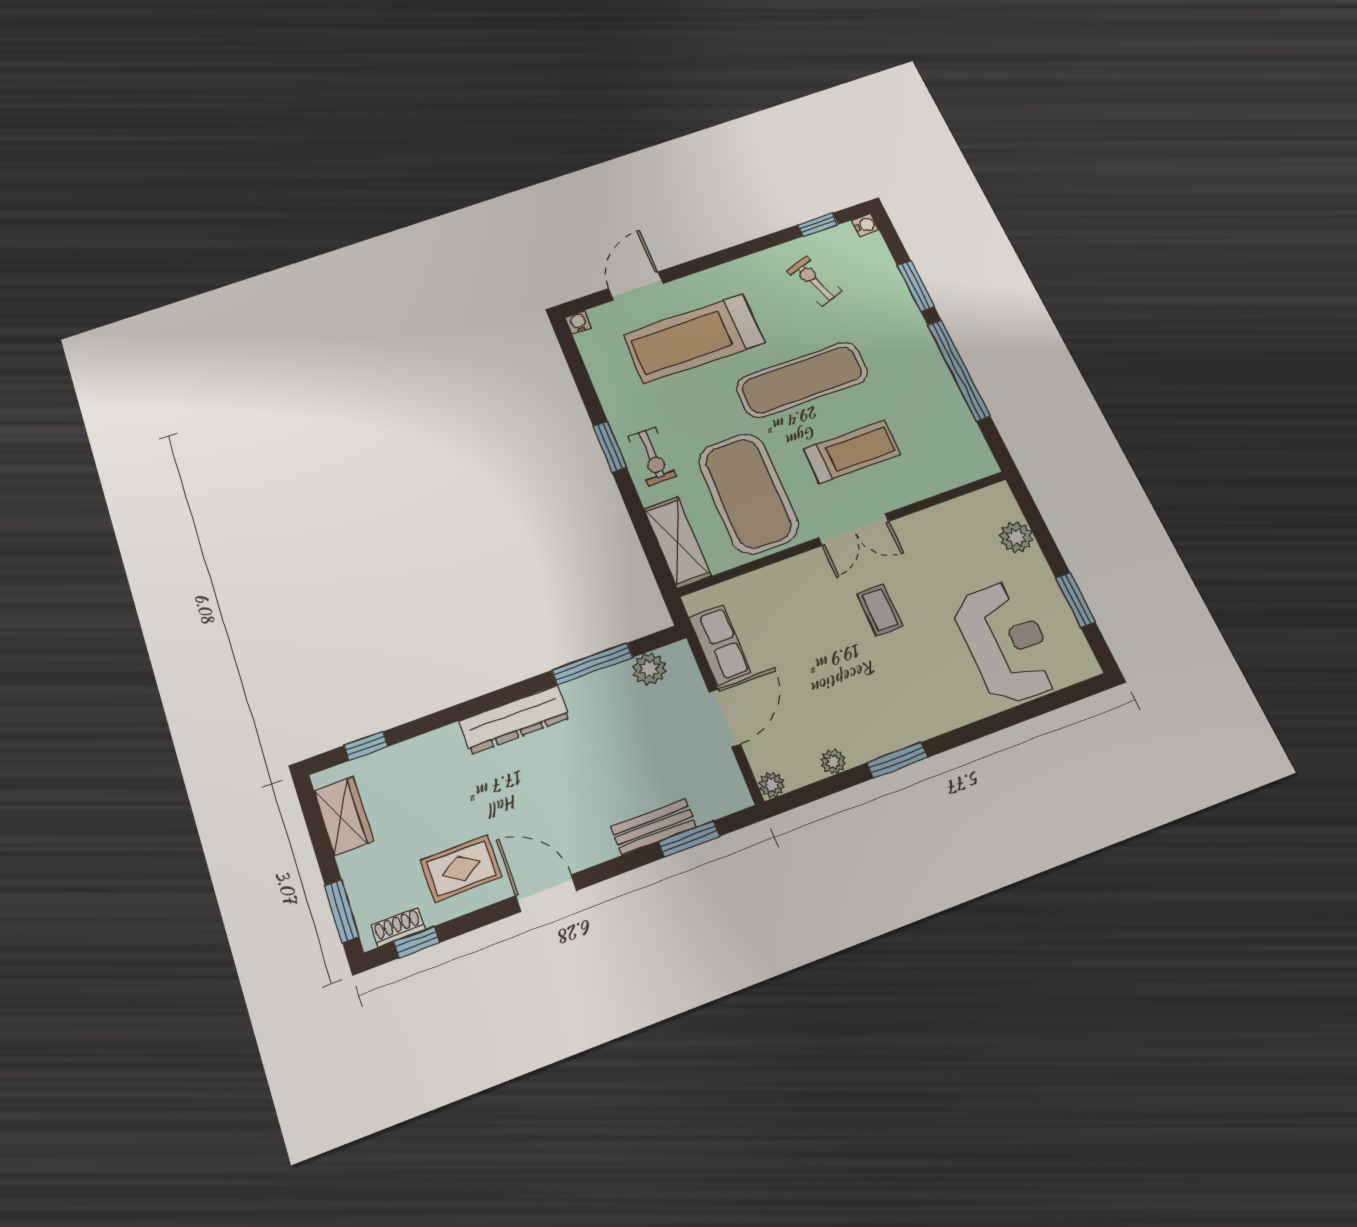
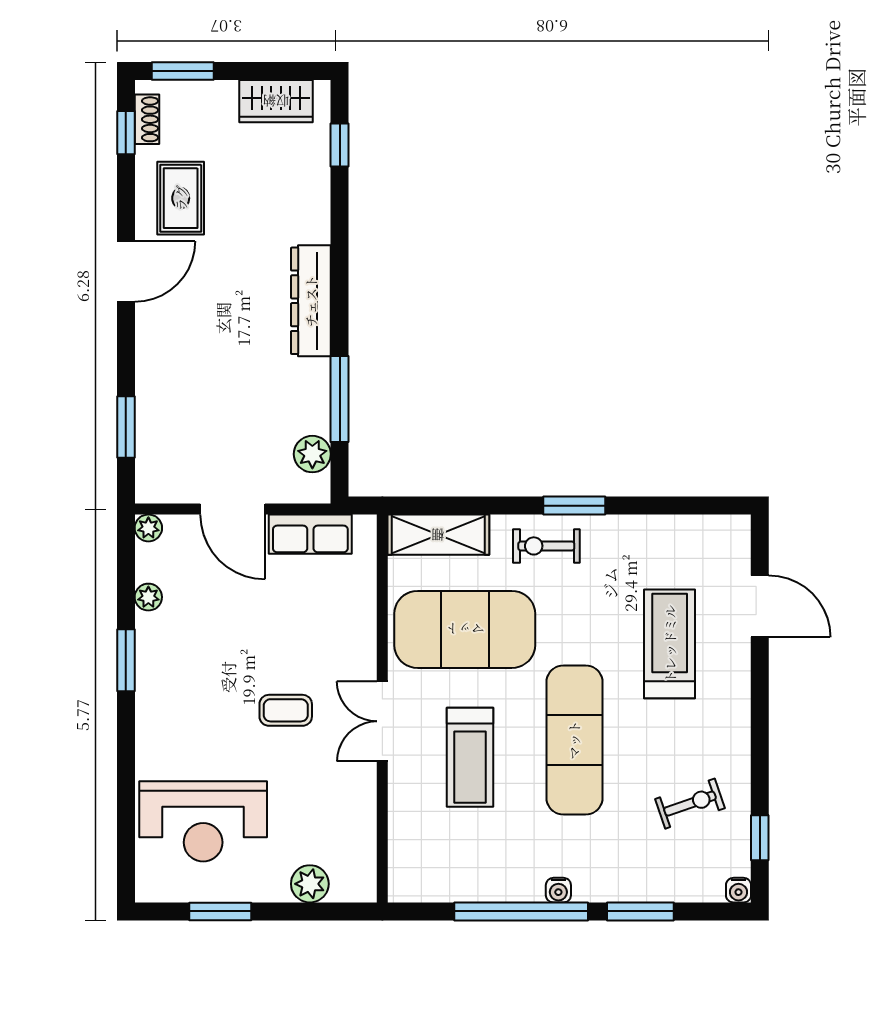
water cooler: (578, 322) -> (558, 890), moved, turned 90
treadmill: (694, 339) -> (670, 644), width x0.73, depth x0.73
bench: (654, 827) -> (151, 398), removed

